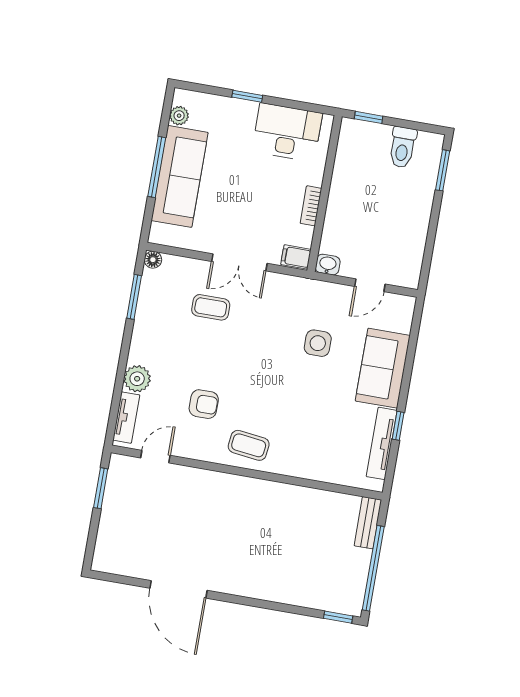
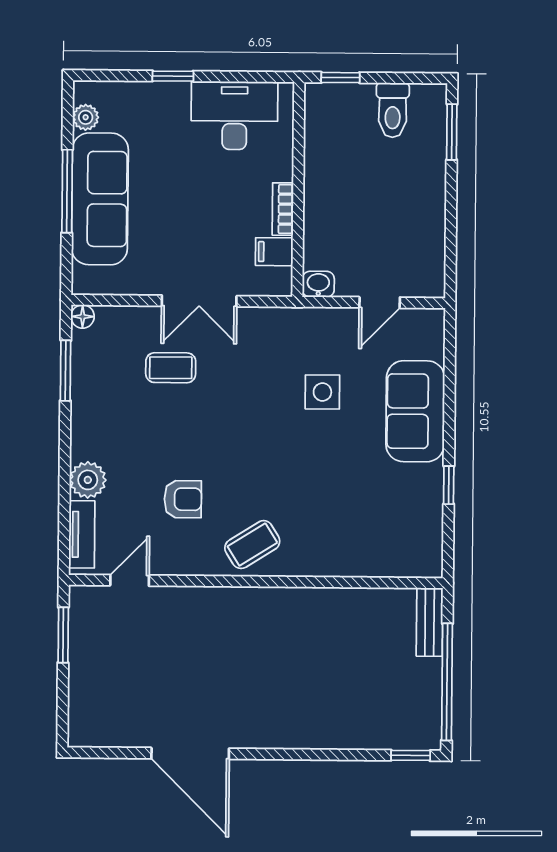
filing cabinet: (296, 257) -> (274, 252), moved
tv unit: (382, 443) -> (431, 512), removed
coffee table: (249, 445) -> (252, 545), turned -39

